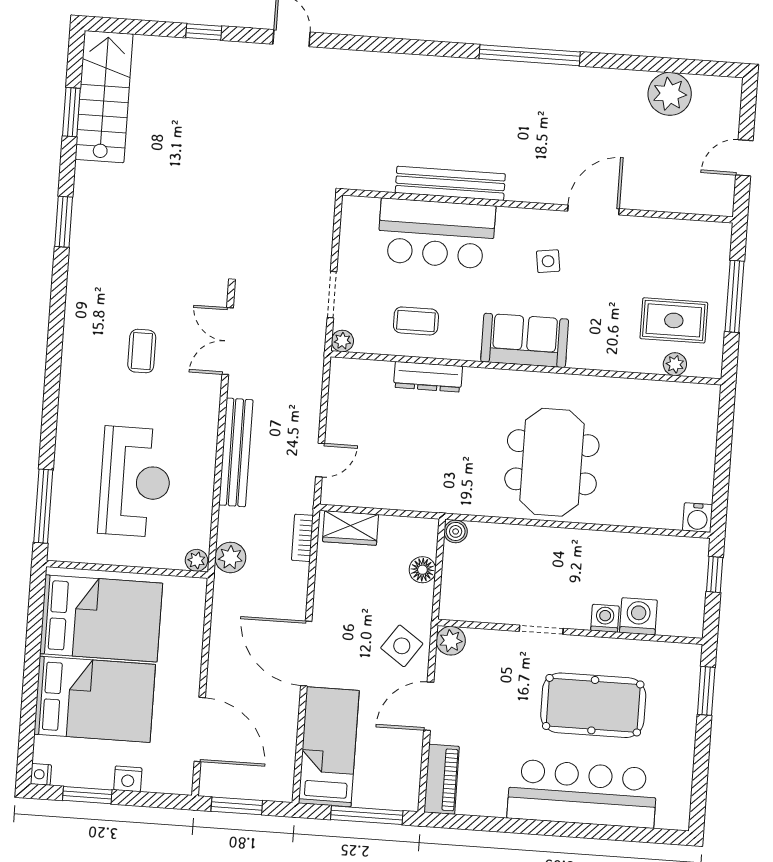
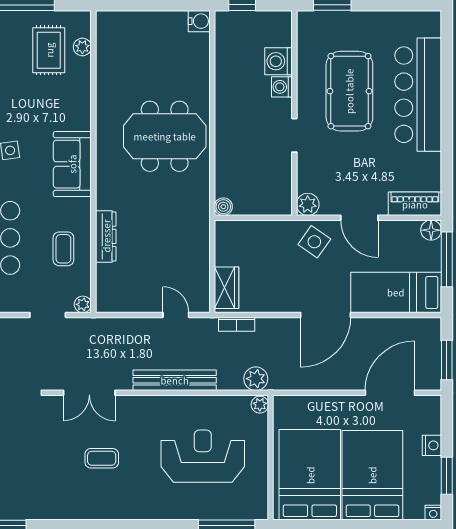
floor lamp: (422, 570) -> (431, 230), moved

